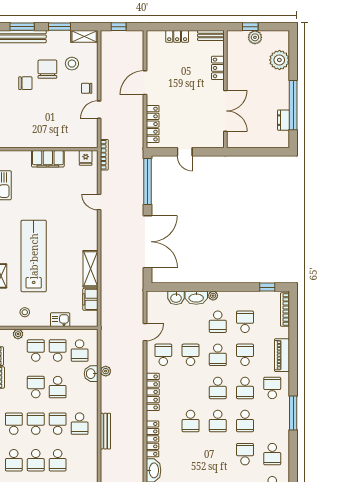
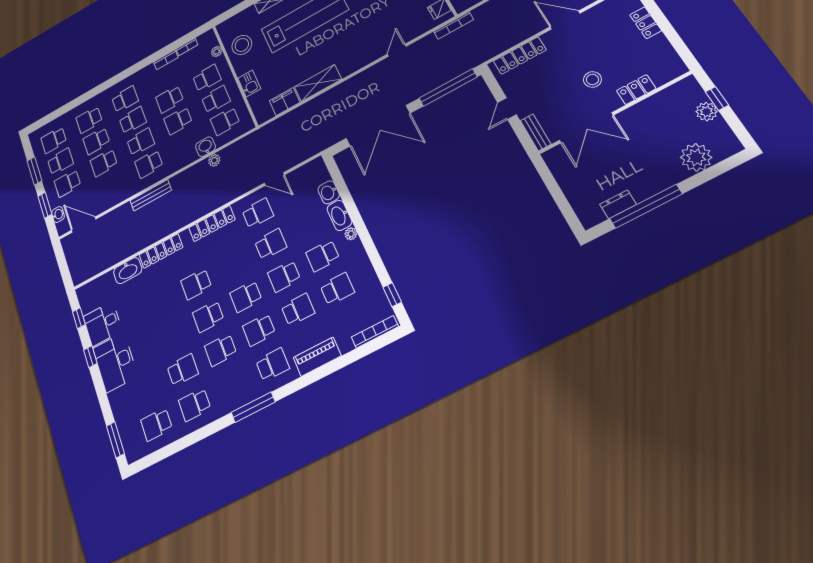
bench: (211, 35) -> (536, 132), moved
stool: (196, 89) -> (592, 79), added
stool: (25, 312) -> (242, 45), width x1.89, depth x1.89
school desk: (36, 387) -> (170, 99), turned 180

